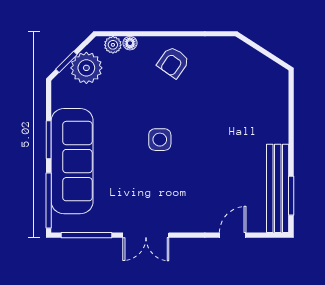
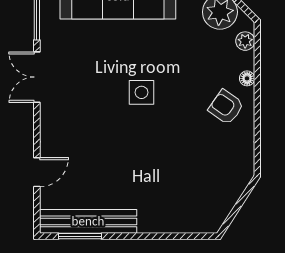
floor lamp: (130, 43) -> (247, 78), moved
door: (233, 235) -> (37, 172), hinge flipped

